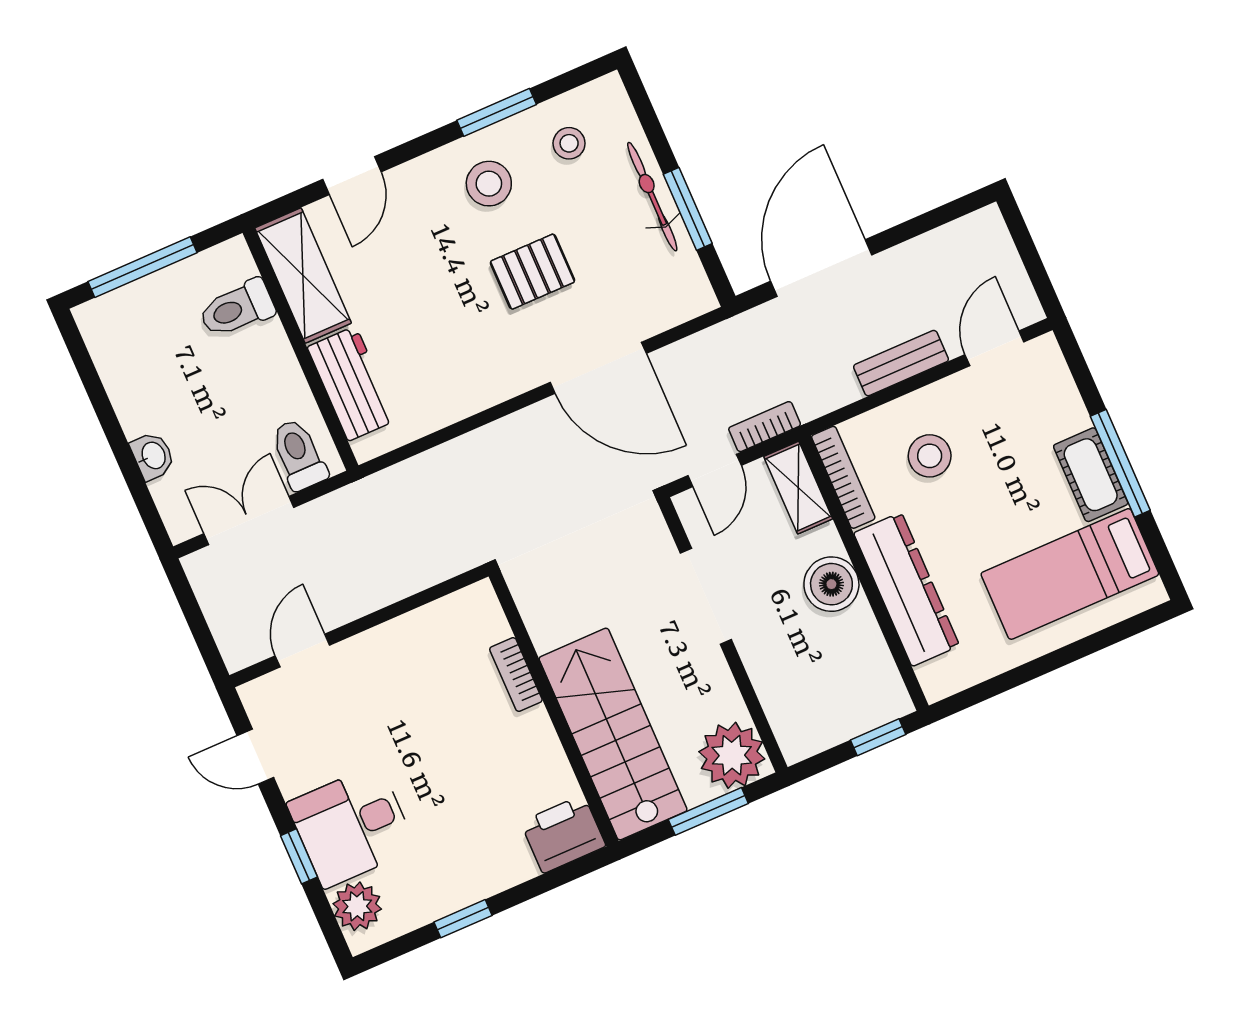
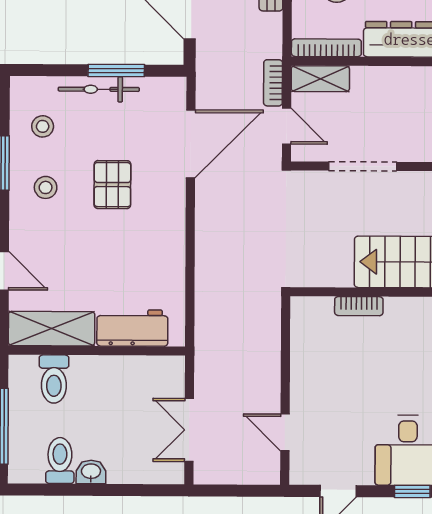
stool: (489, 184) -> (46, 187), width x0.73, depth x0.73
door: (598, 368) -> (191, 144), moved
toilet: (299, 455) -> (60, 461), moved, turned 90
washbasin: (153, 456) -> (91, 472), moved
boiler: (831, 584) -> (390, 85), removed

